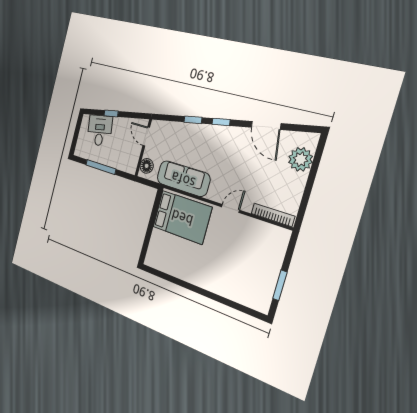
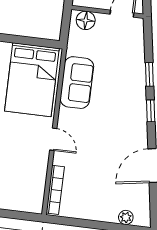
plant: (301, 159) -> (126, 217), width x0.53, depth x0.53
sofa: (183, 179) -> (77, 83), width x0.73

